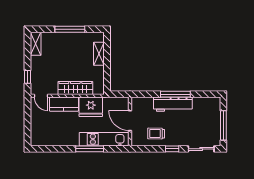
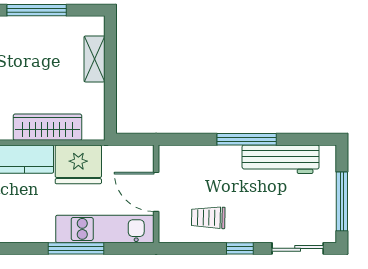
workbench: (173, 104) -> (281, 159), moved

